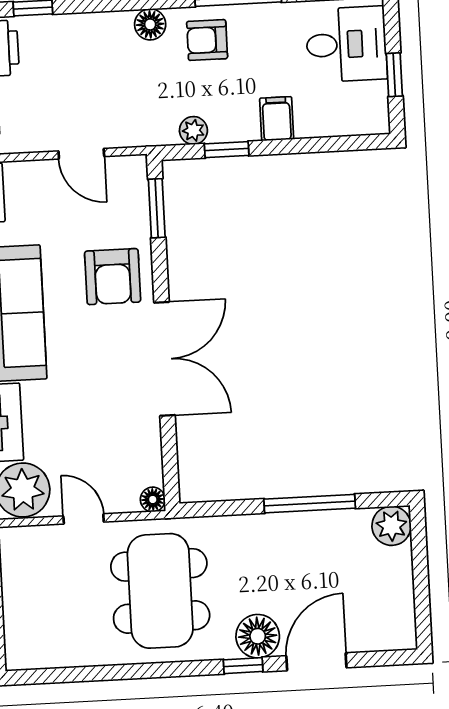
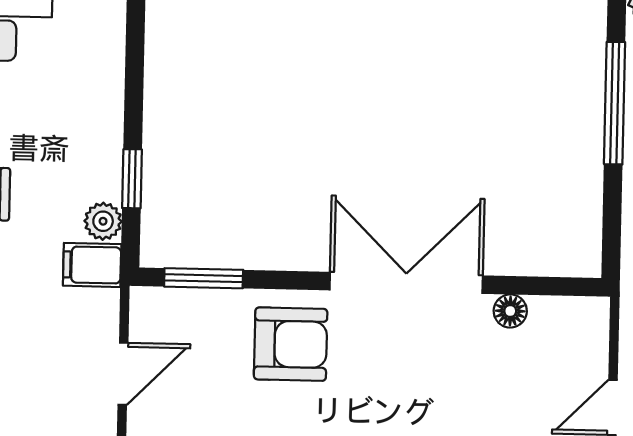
filing cabinet: (277, 119) -> (92, 265), moved
floor lamp: (153, 499) -> (510, 311), moved

